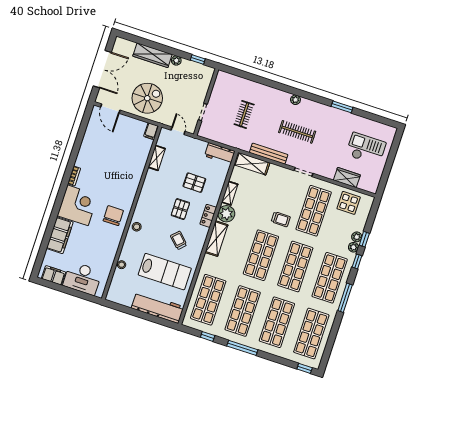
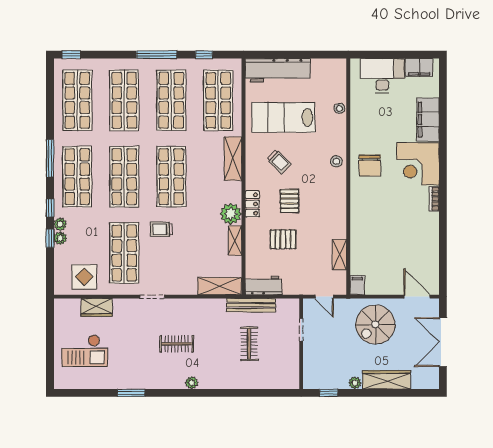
clothes rail: (297, 132) -> (177, 344), width x0.73
bench: (269, 154) -> (251, 305), moved
shelving: (216, 239) -> (233, 159), moved

